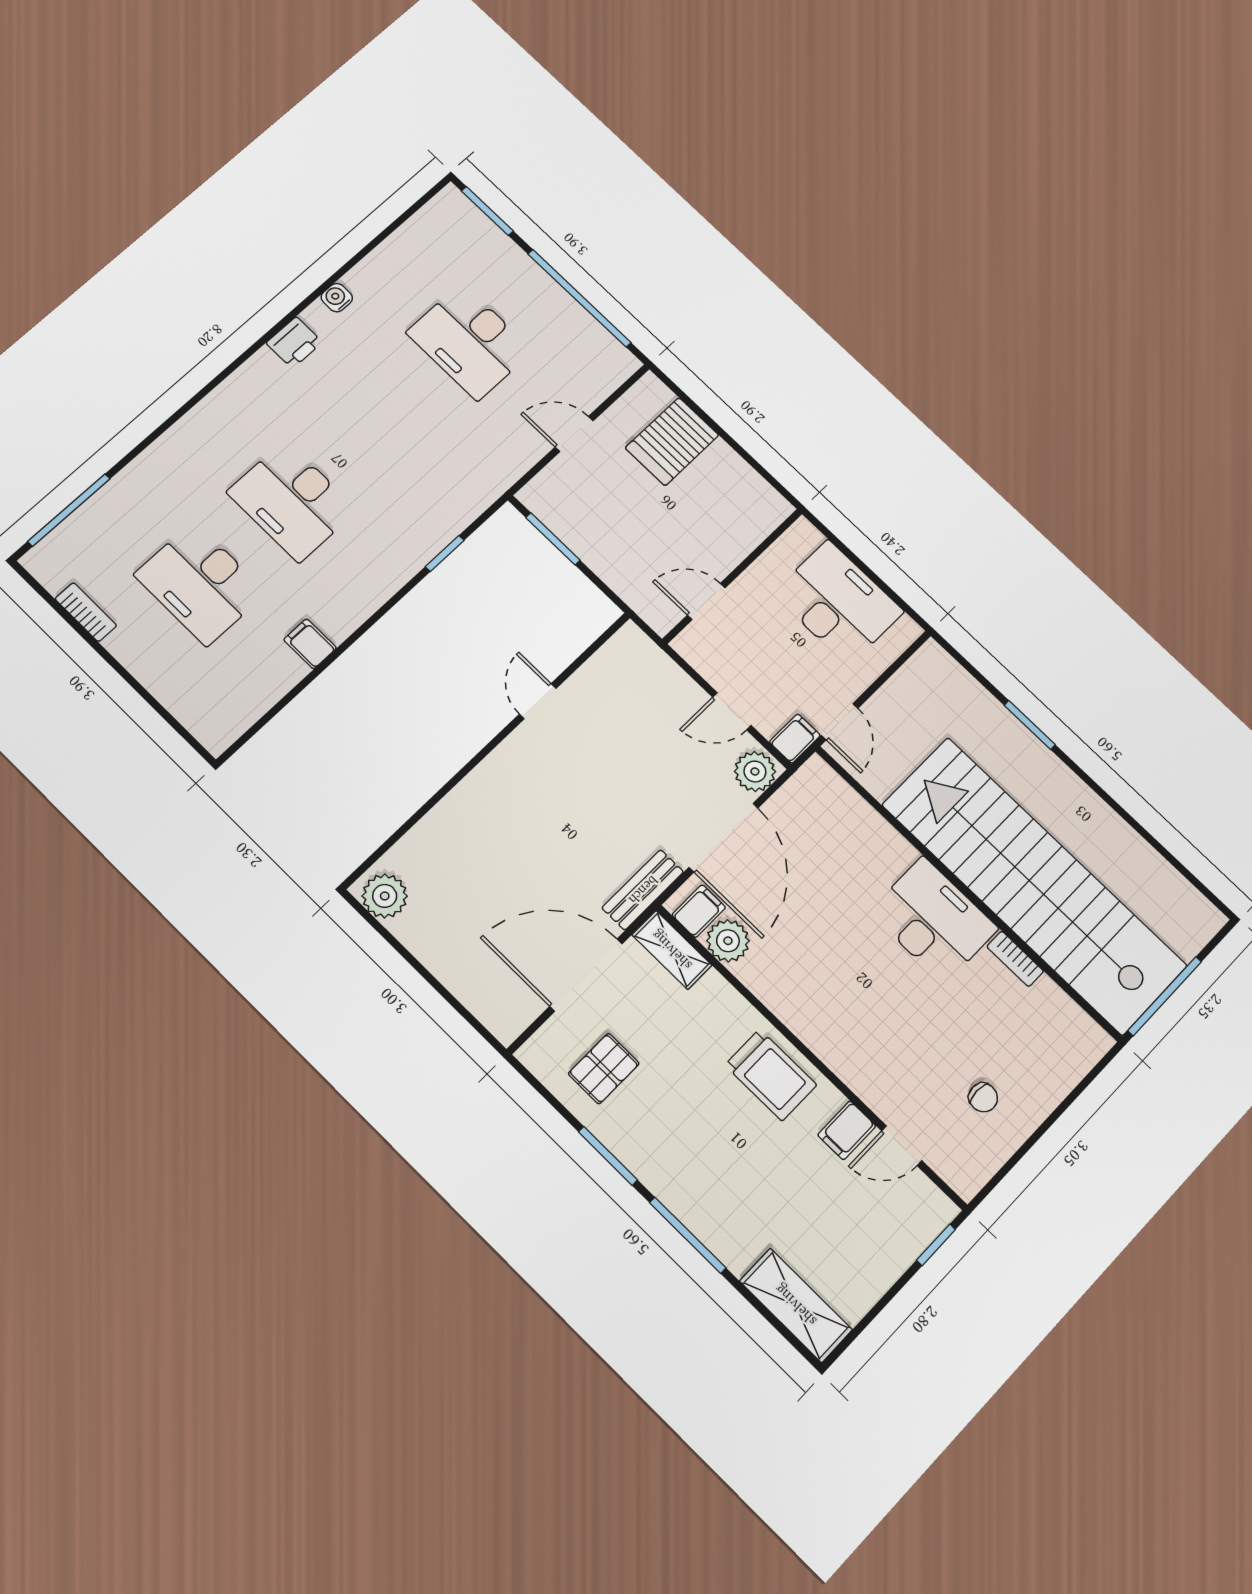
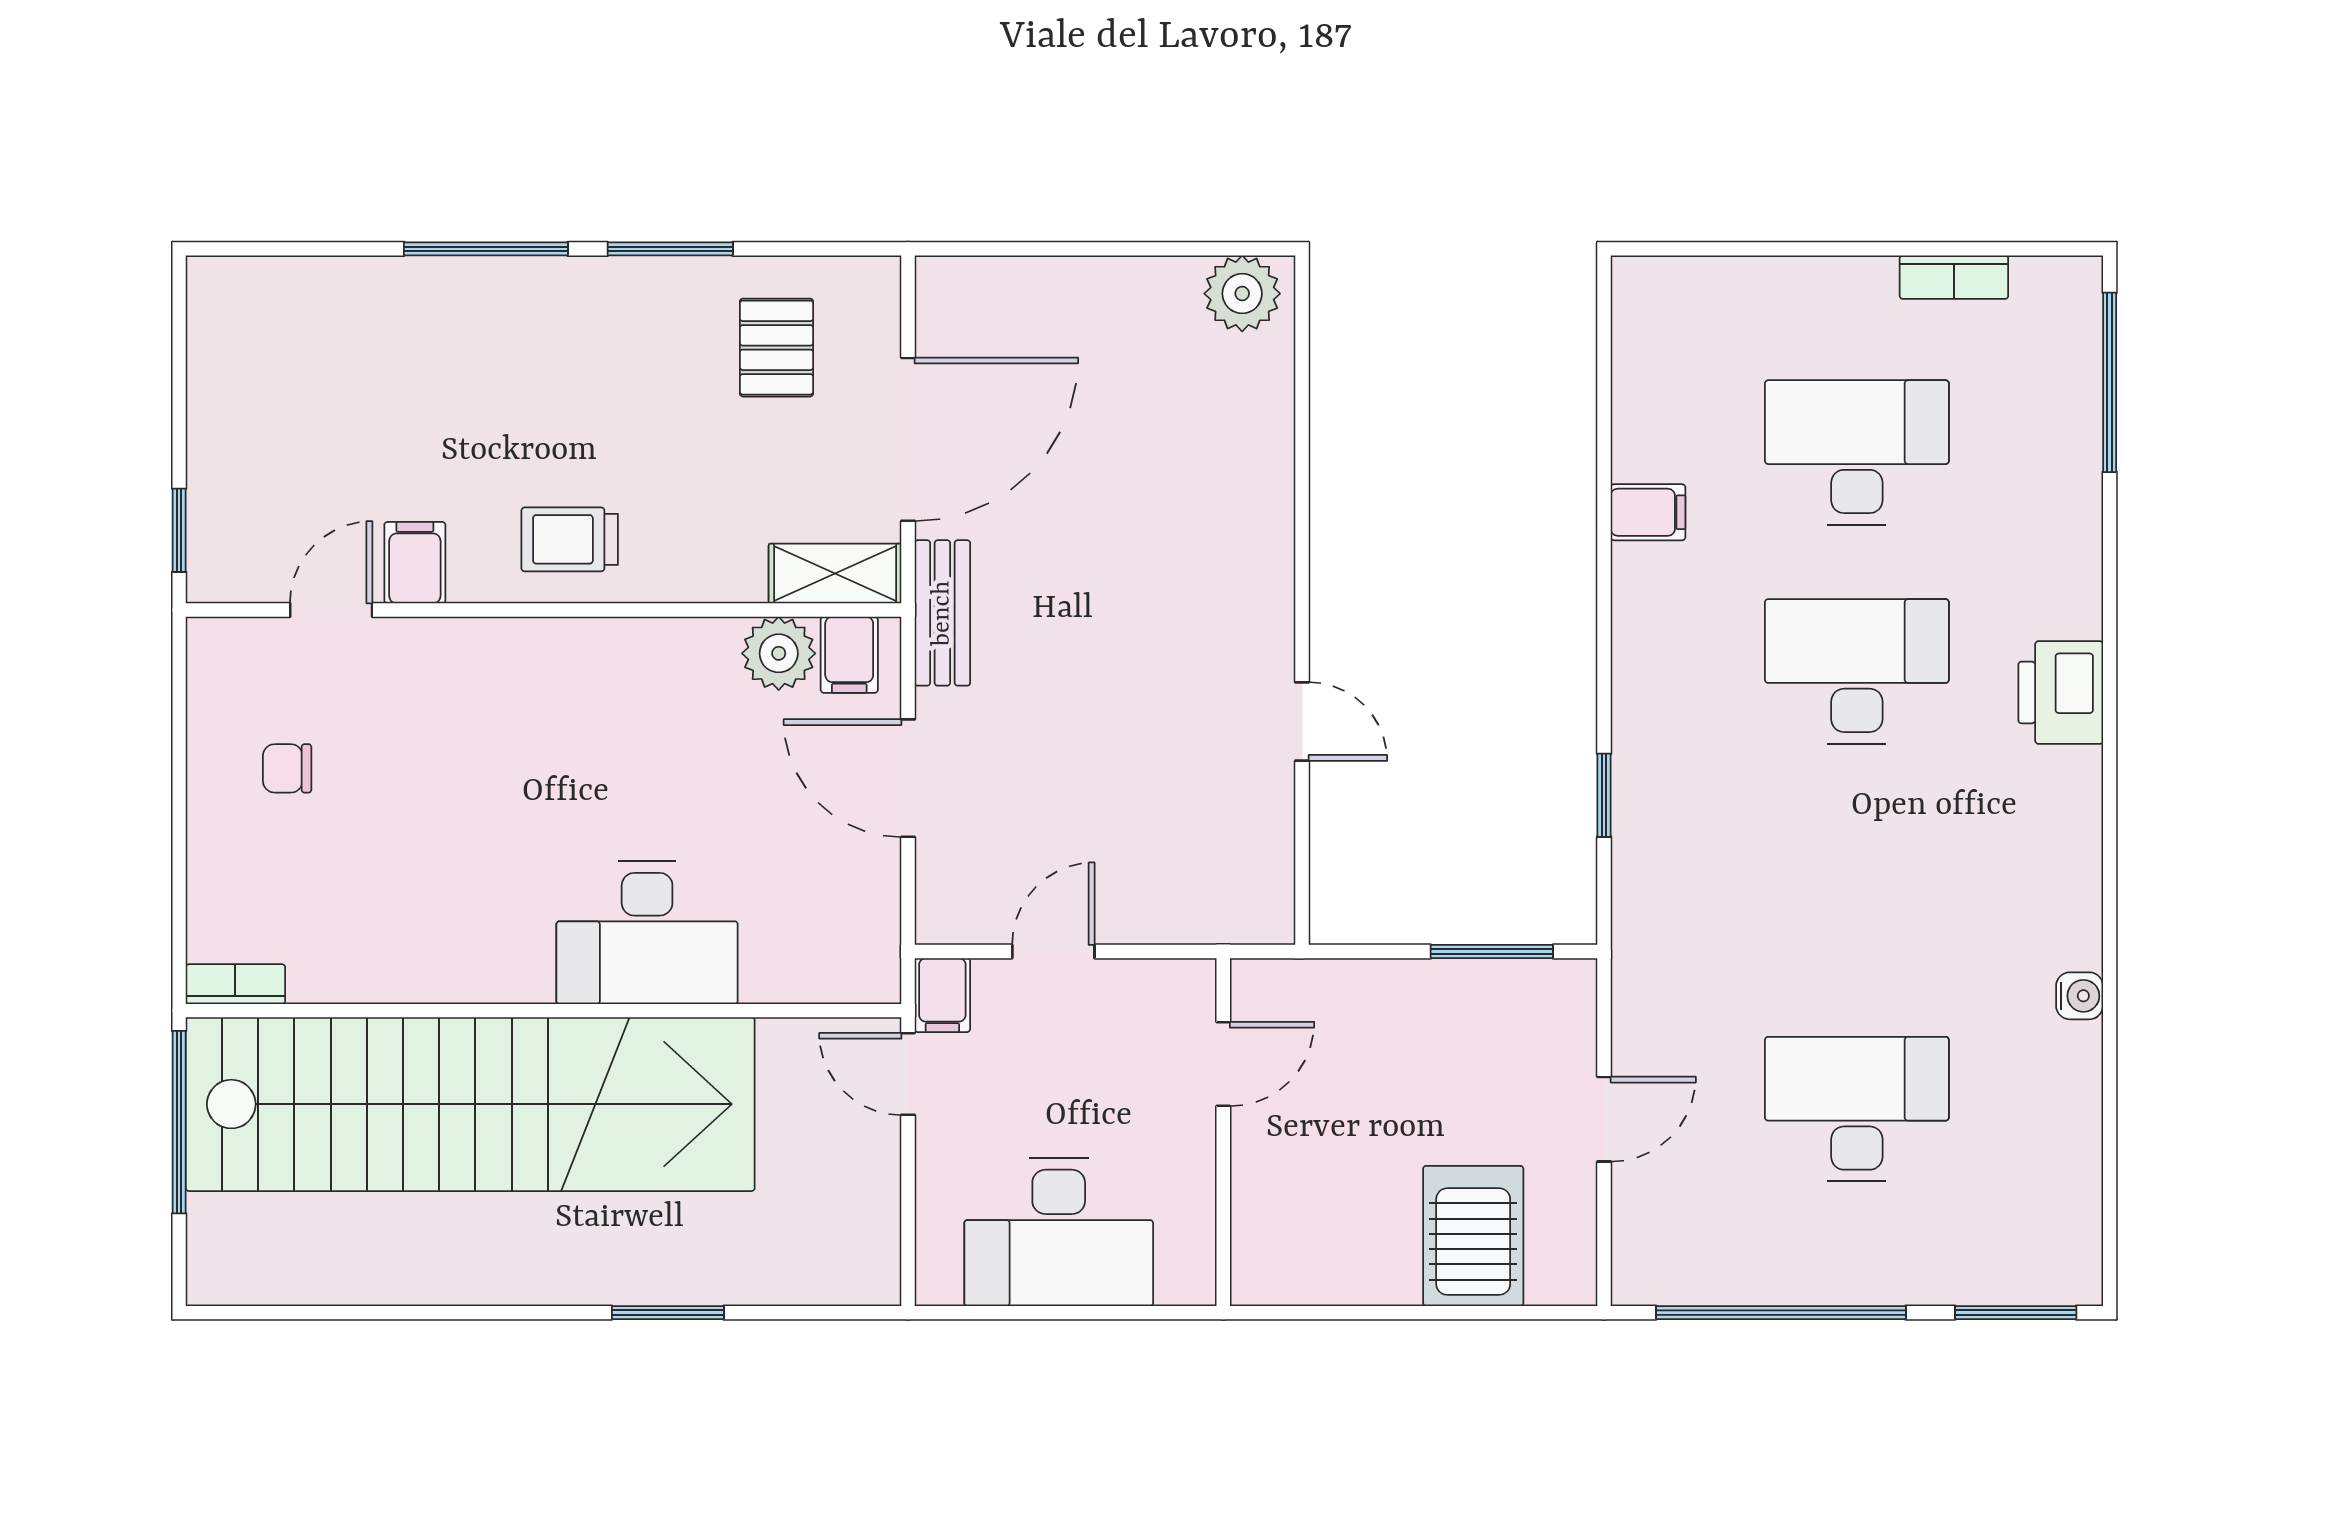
printer: (294, 343) -> (2061, 692), moved, width x1.36, depth x1.24
plant: (755, 771) -> (951, 902), removed
door: (724, 838) -> (908, 778), width x0.73
desk: (934, 920) -> (647, 933), moved
bookcase: (1015, 959) -> (235, 984), moved
trolley: (771, 1075) -> (570, 539), width x0.73, depth x0.72
shelving: (796, 1305) -> (280, 293), removed

